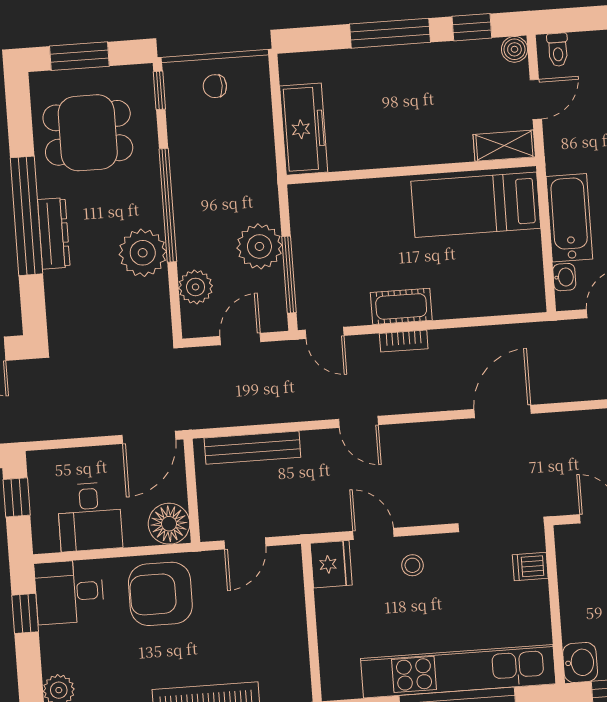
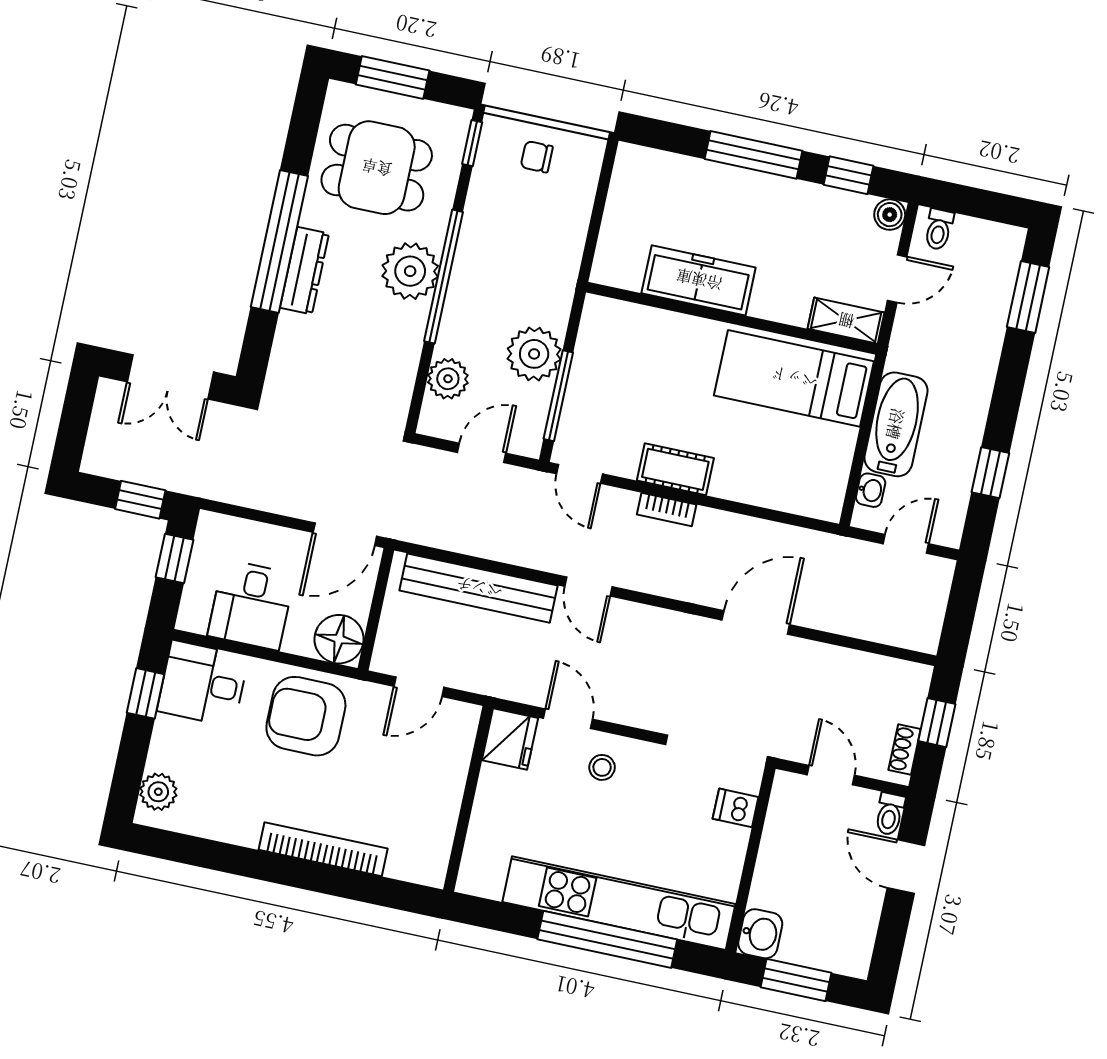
freezer: (304, 129) -> (699, 280), moved, turned -90
plant: (143, 253) -> (410, 271), moved
bench: (252, 448) -> (479, 588), width x1.37, depth x1.21

